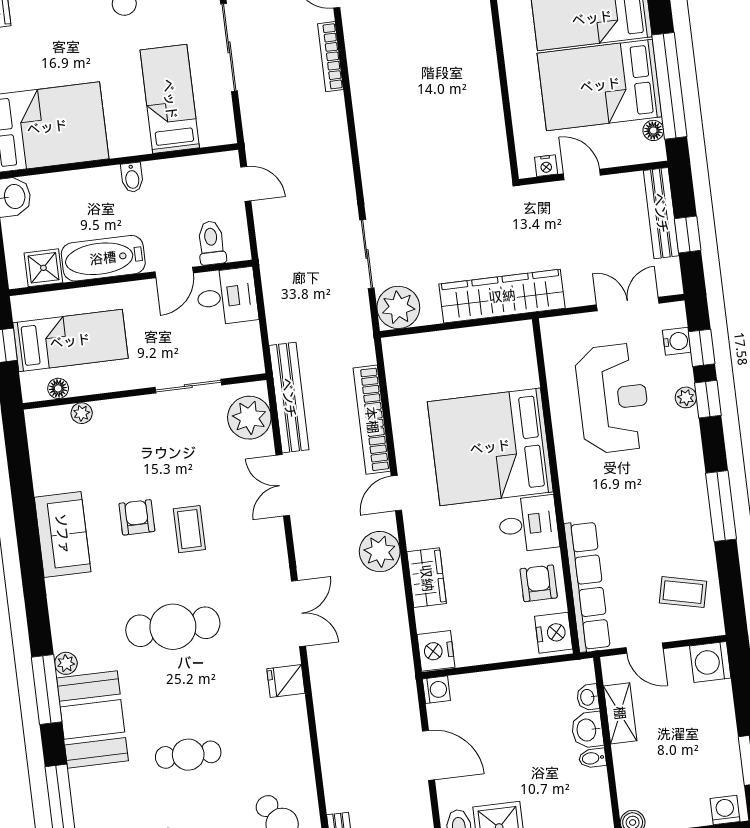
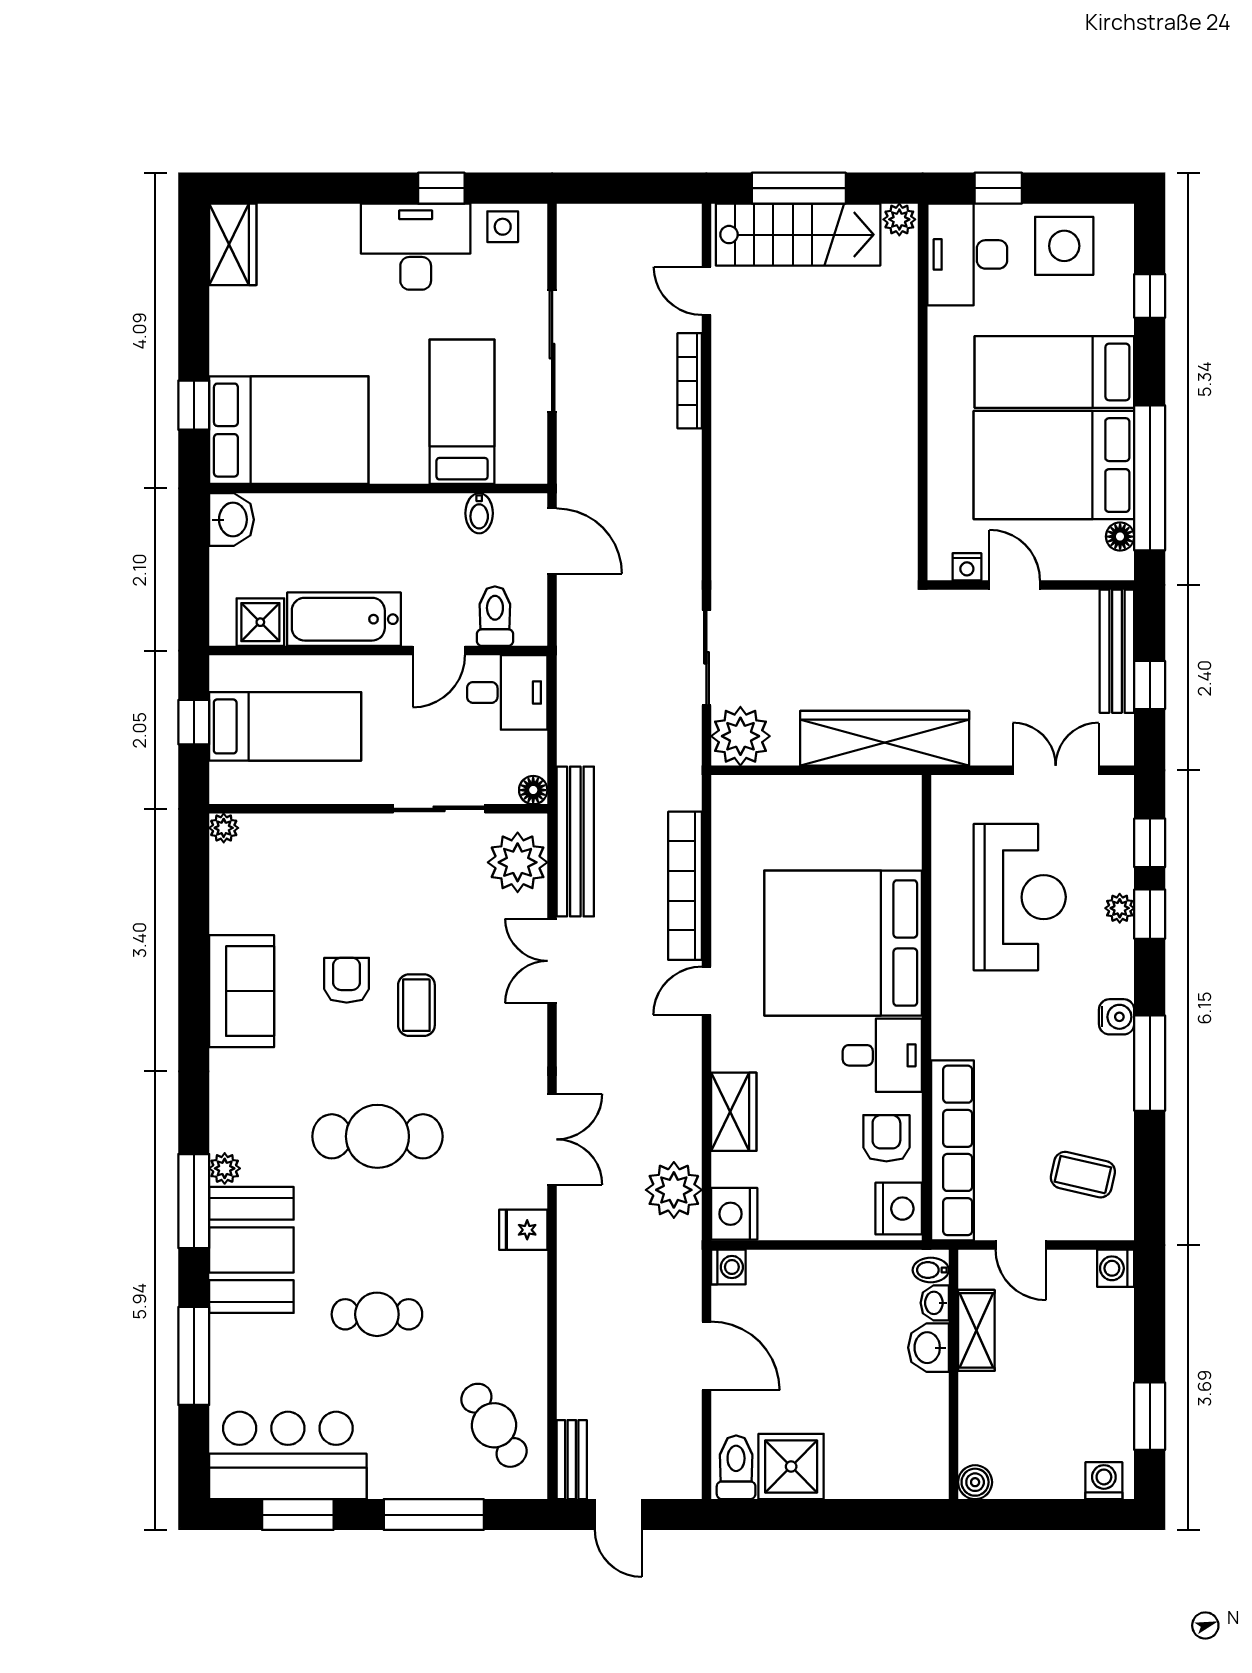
bidet: (132, 177) -> (479, 513), moved
door: (246, 184) -> (552, 541), width x1.37
water cooler: (677, 341) -> (1117, 1017), moved
floor lamp: (58, 388) -> (533, 790), moved
plant: (82, 413) -> (224, 828), moved
plant: (380, 552) -> (674, 1190), moved
washing machine: (710, 662) -> (1116, 1268), width x0.73, depth x0.73
bidet: (592, 758) -> (931, 1270), moved

